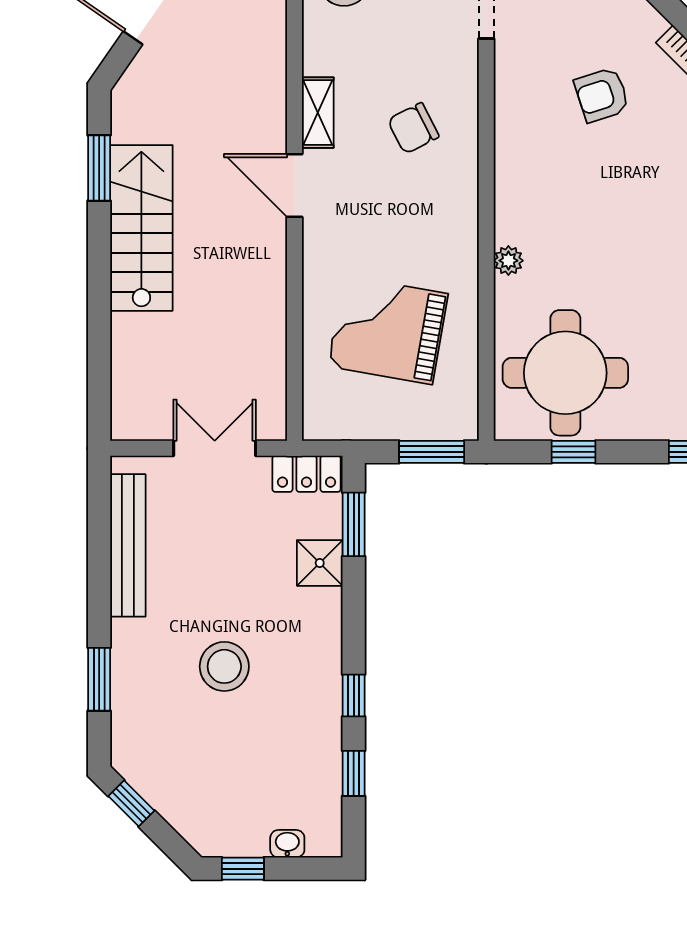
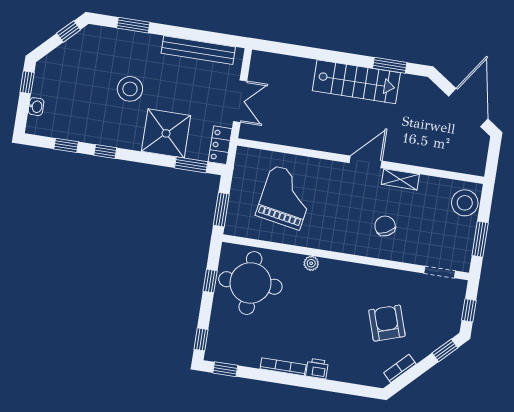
armchair: (602, 95) -> (387, 323), width x1.38, depth x1.38
shower: (320, 563) -> (166, 133), width x1.86, depth x1.86

